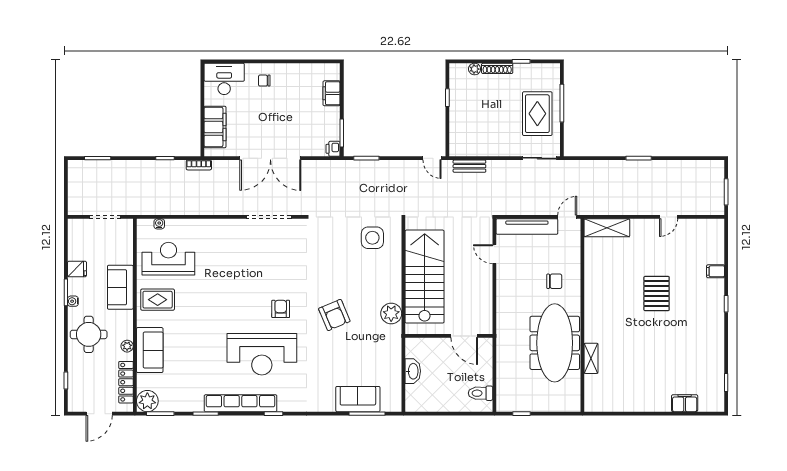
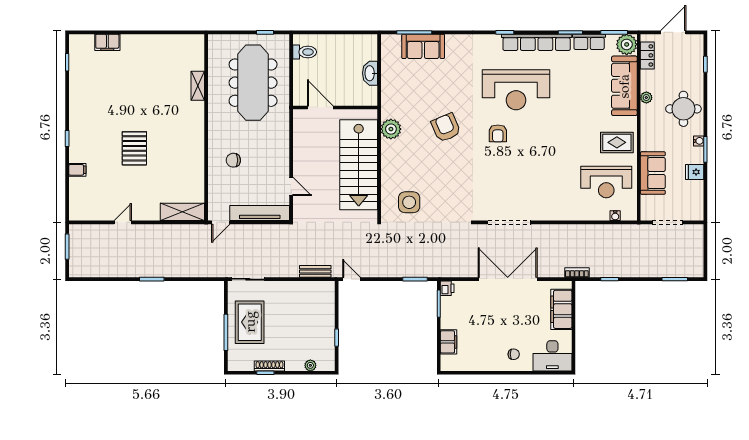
shoe rack: (497, 68) -> (269, 366), moved
sofa: (120, 287) -> (653, 173), moved
meeting table: (555, 343) -> (253, 83), moved
sofa: (150, 350) -> (624, 86), width x1.36
reception desk: (262, 354) -> (516, 90), turned 180
locker: (126, 382) -> (647, 55), width x0.66
row of seats: (186, 404) -> (589, 42), added

